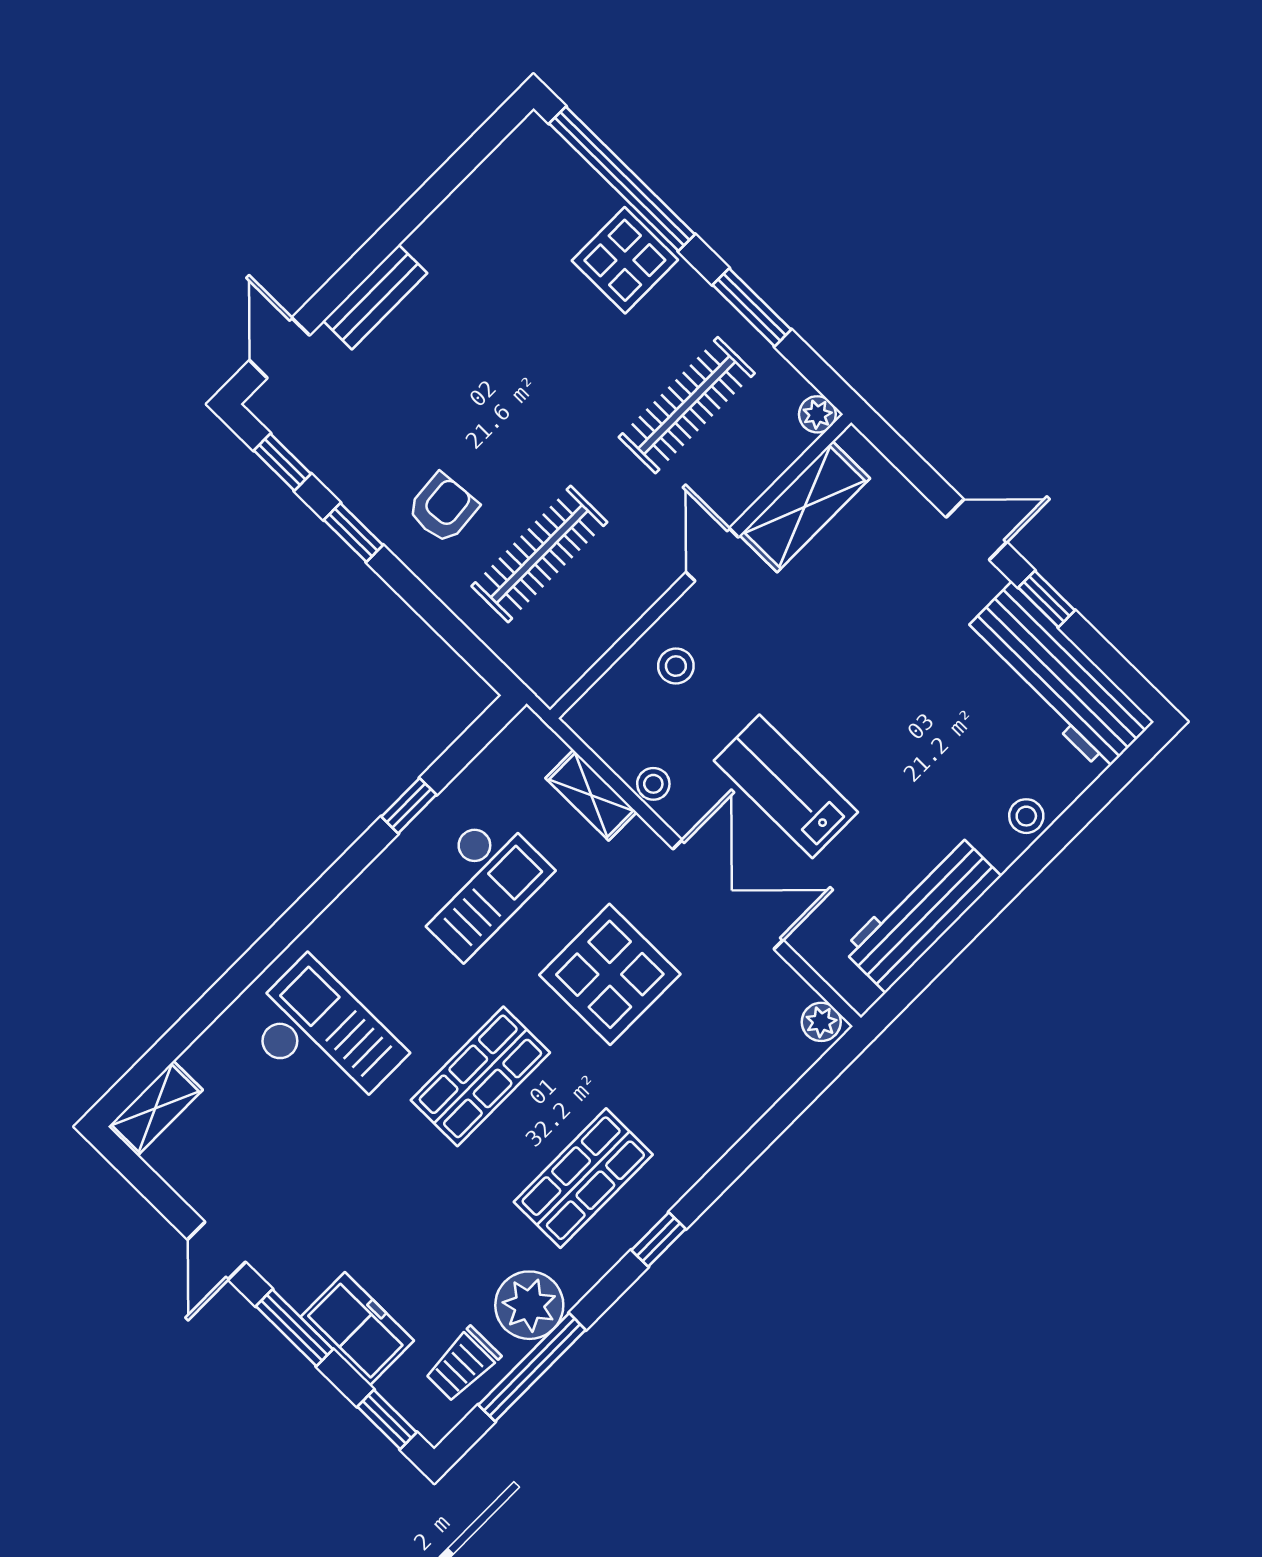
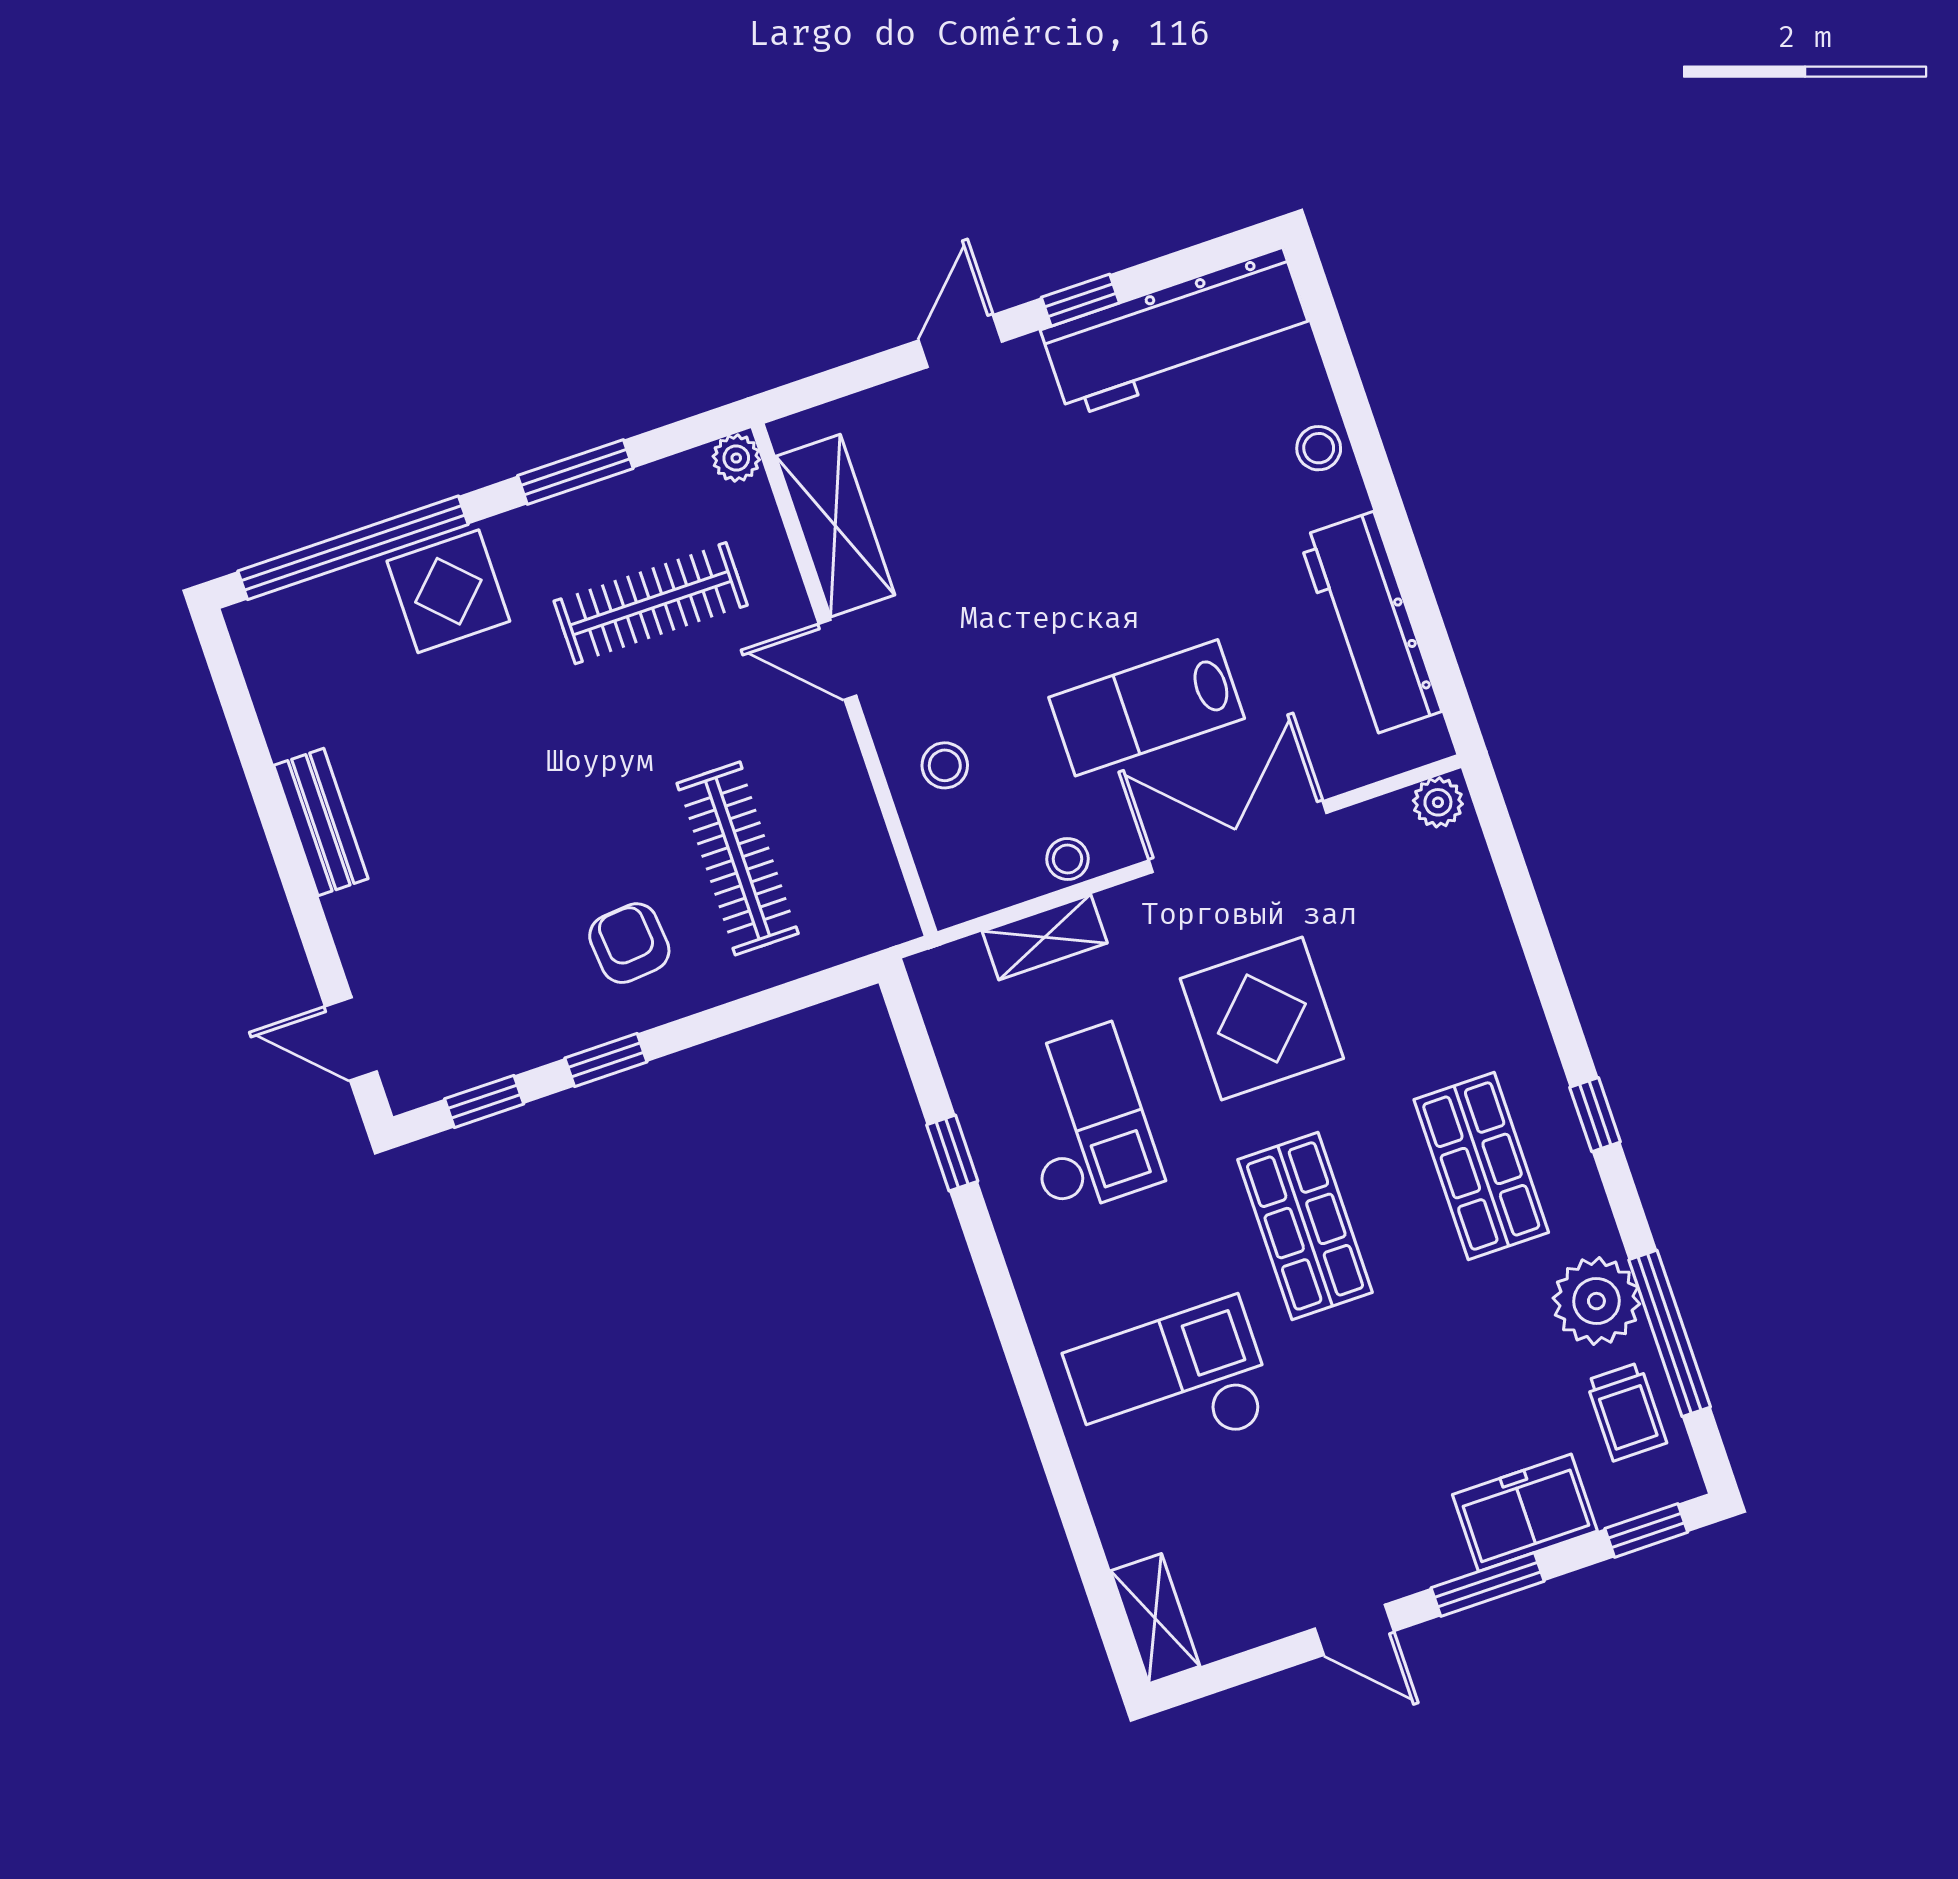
bench: (375, 297) -> (321, 822), moved
clothes rail: (687, 405) -> (651, 603), turned 90

